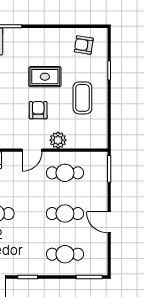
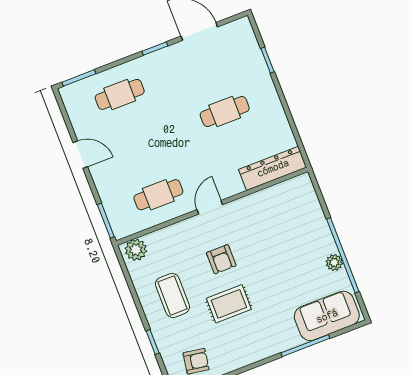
plant: (58, 140) -> (136, 250), moved
cafe table: (65, 214) -> (139, 145), removed

